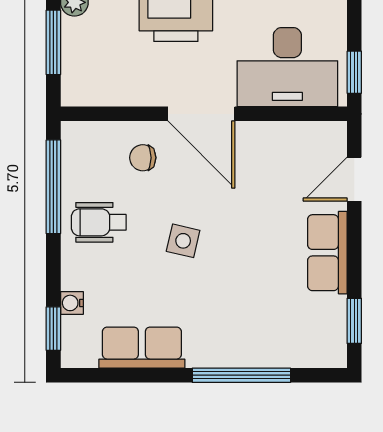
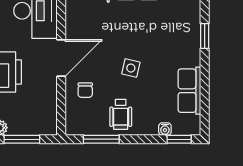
window: (53, 187) -> (101, 139), width x0.69
window: (241, 375) -> (205, 36), width x0.46

